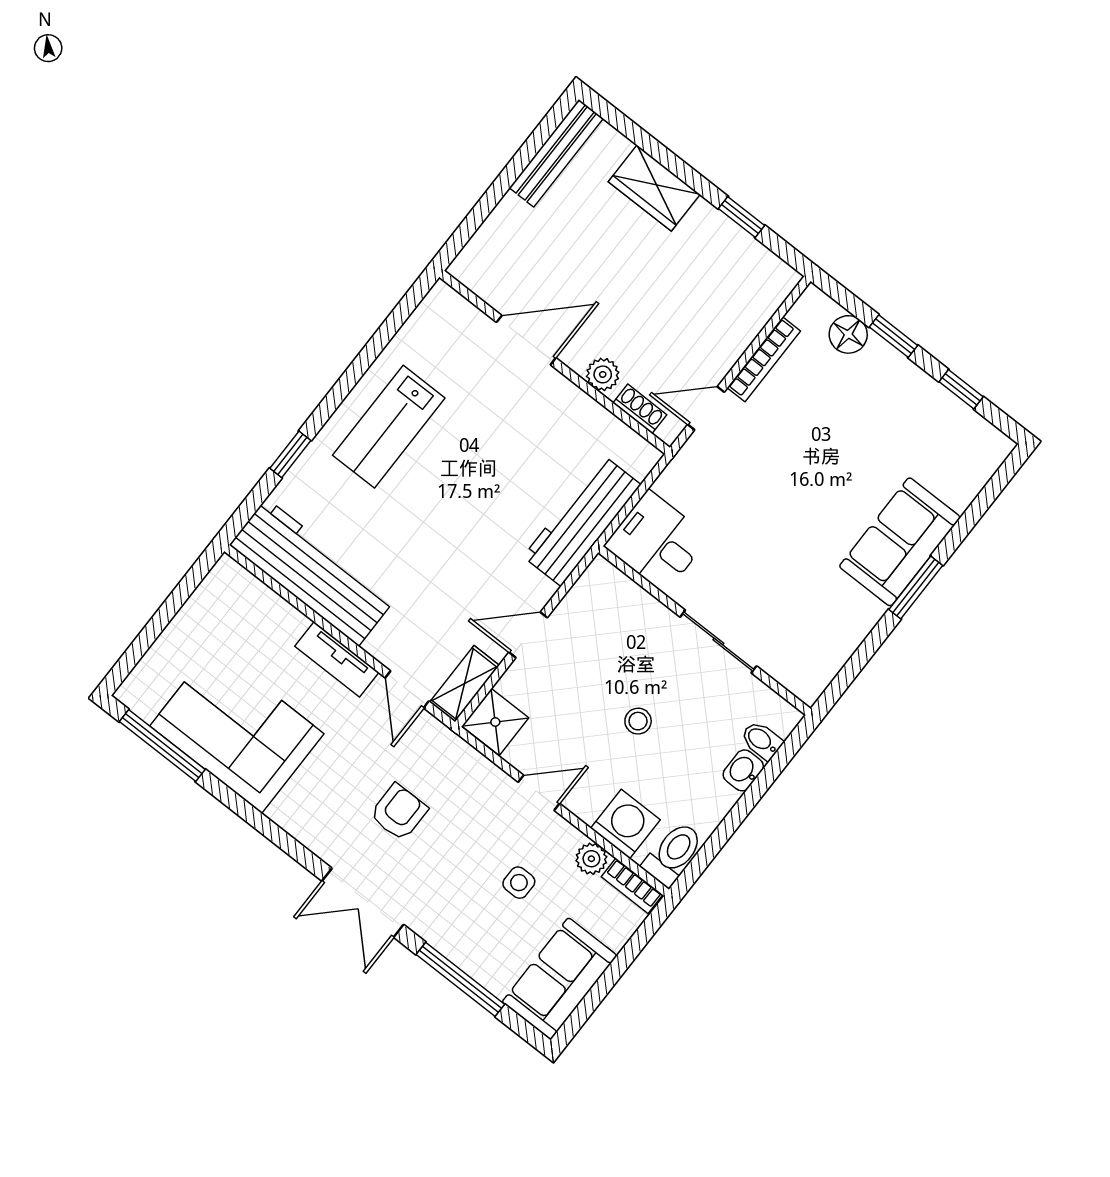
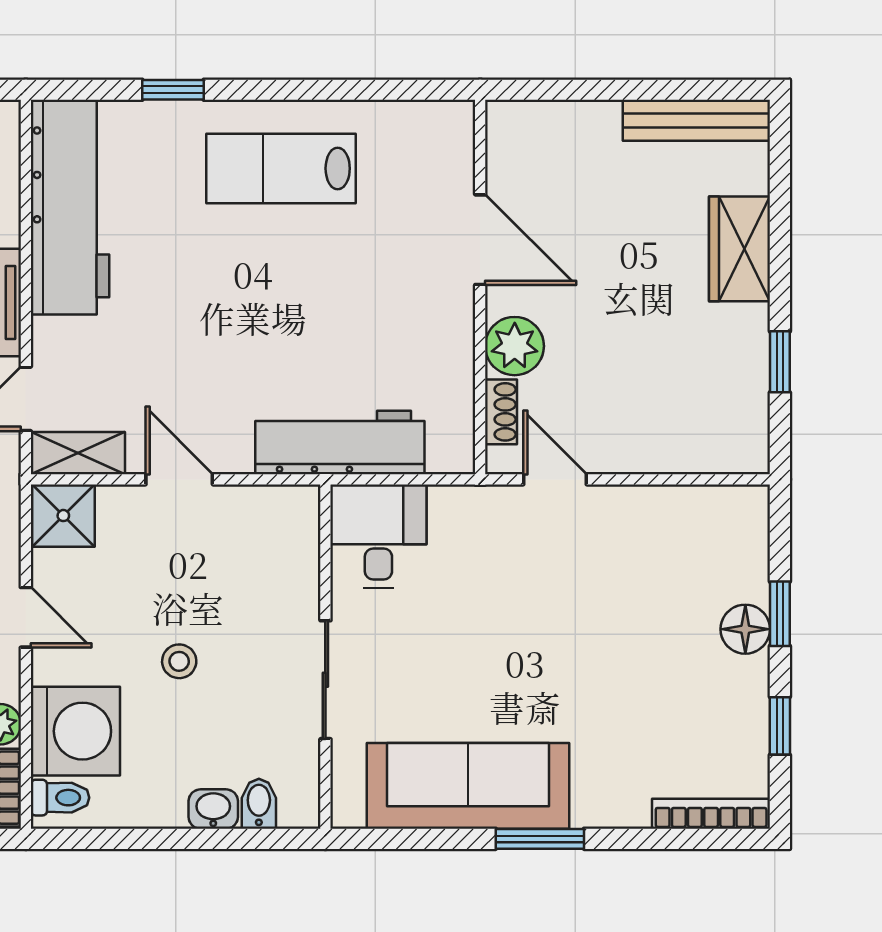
floor lamp: (848, 334) -> (745, 629), moved
bookcase: (764, 359) -> (711, 814), moved, turned 180
plant: (603, 374) -> (515, 346), width x1.38, depth x1.38
sofa: (900, 542) -> (468, 786), moved, width x1.36
washing machine: (625, 824) -> (75, 731), width x1.37, depth x1.37
toilet: (673, 854) -> (60, 798), width x0.73, depth x0.72

